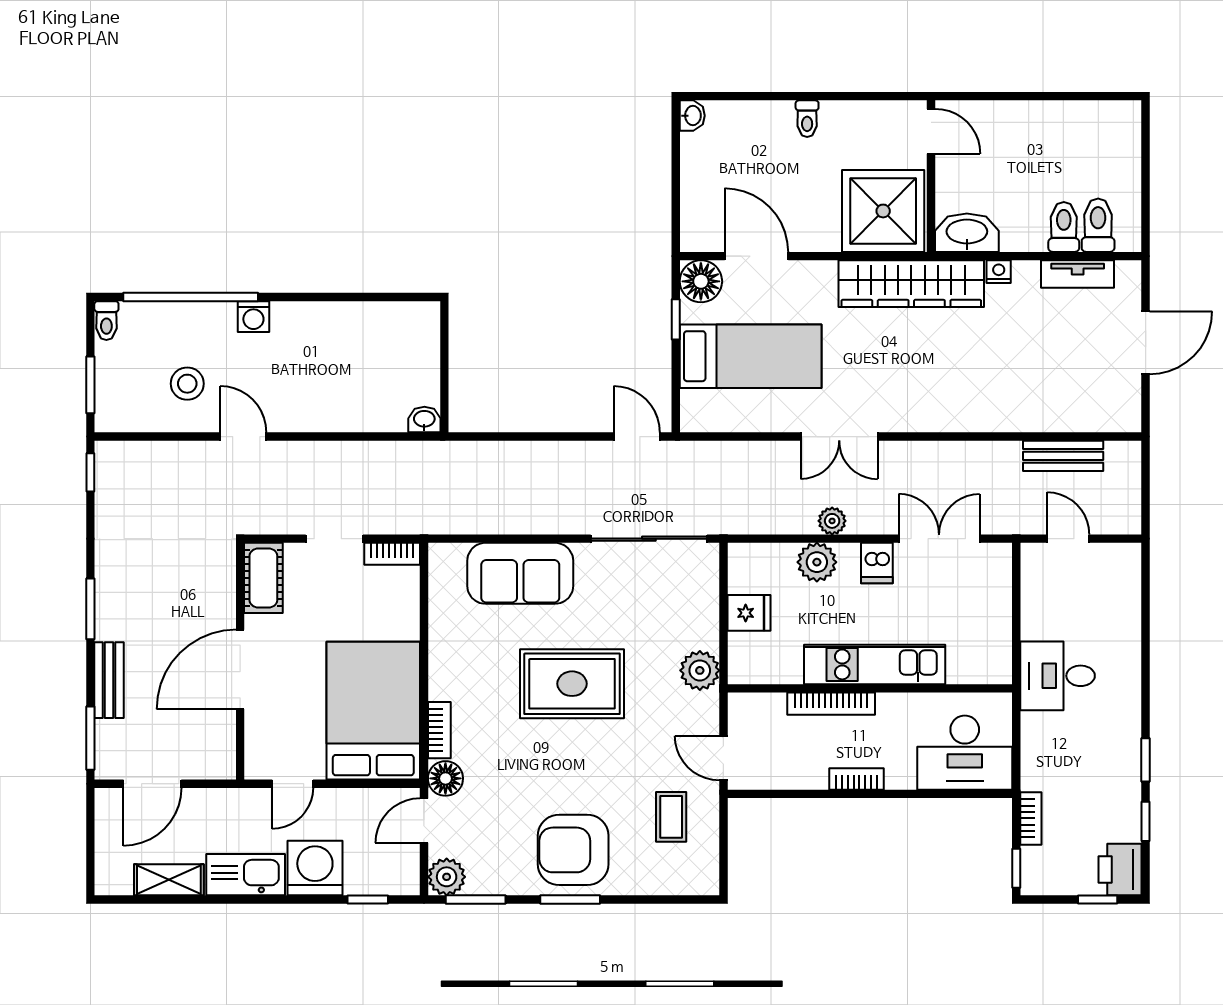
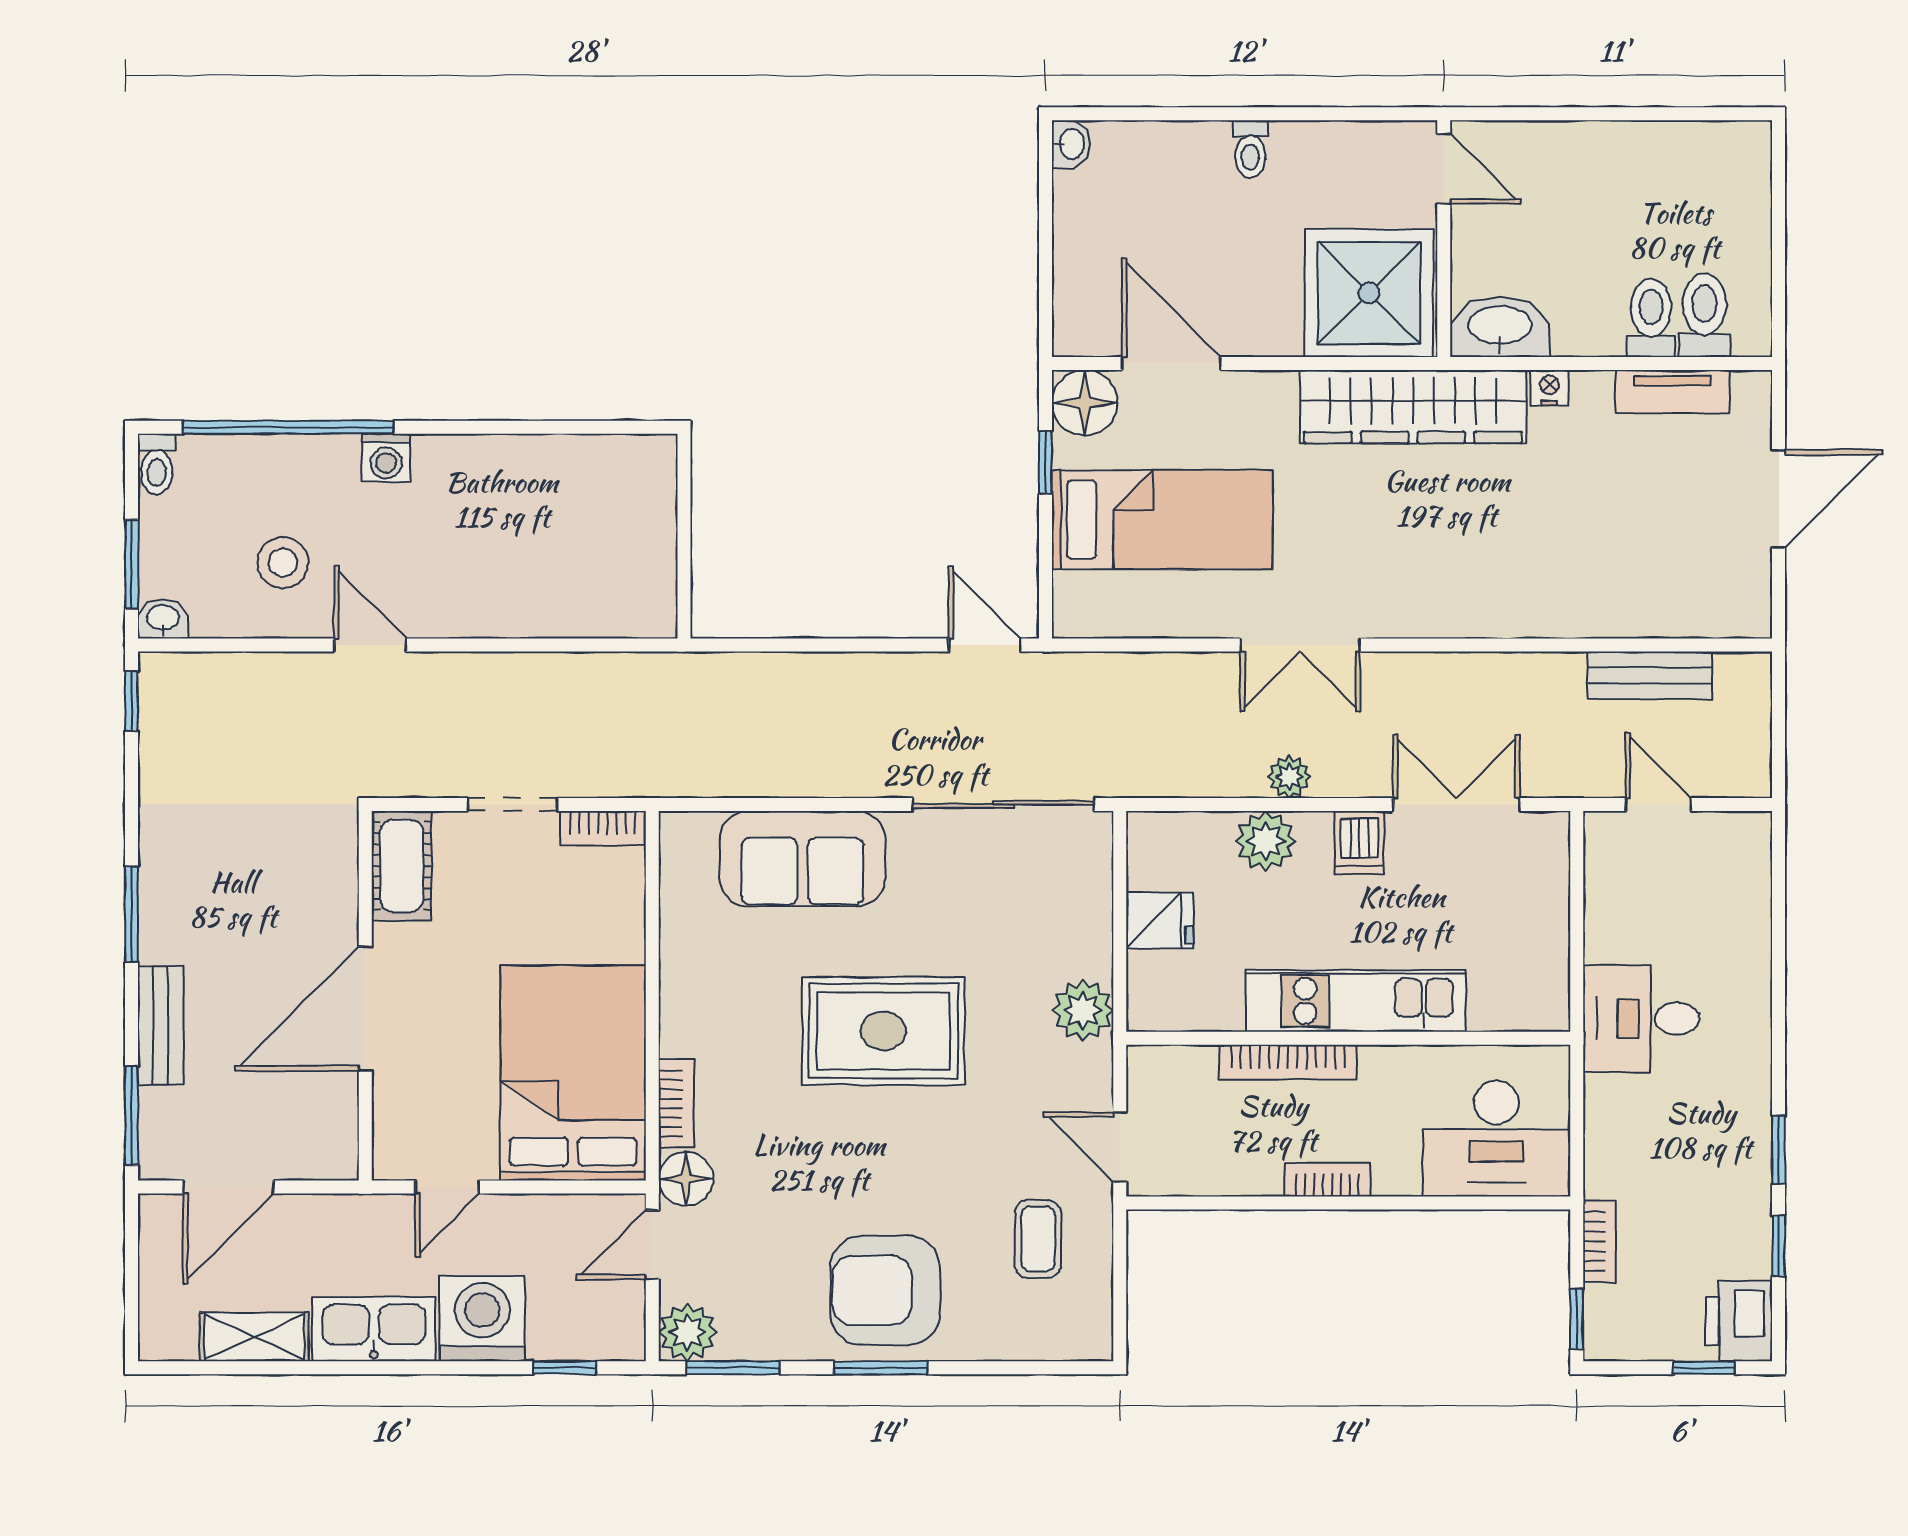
washbasin: (424, 420) -> (163, 619), moved

